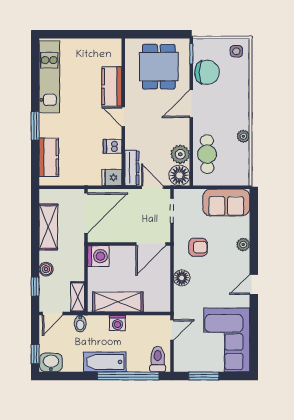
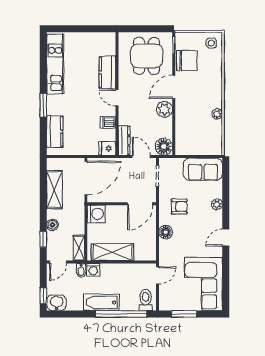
plant: (180, 154) -> (164, 109), moved
cafe table: (207, 154) -> (187, 129), removed
washing machine: (117, 323) -> (93, 270), moved

